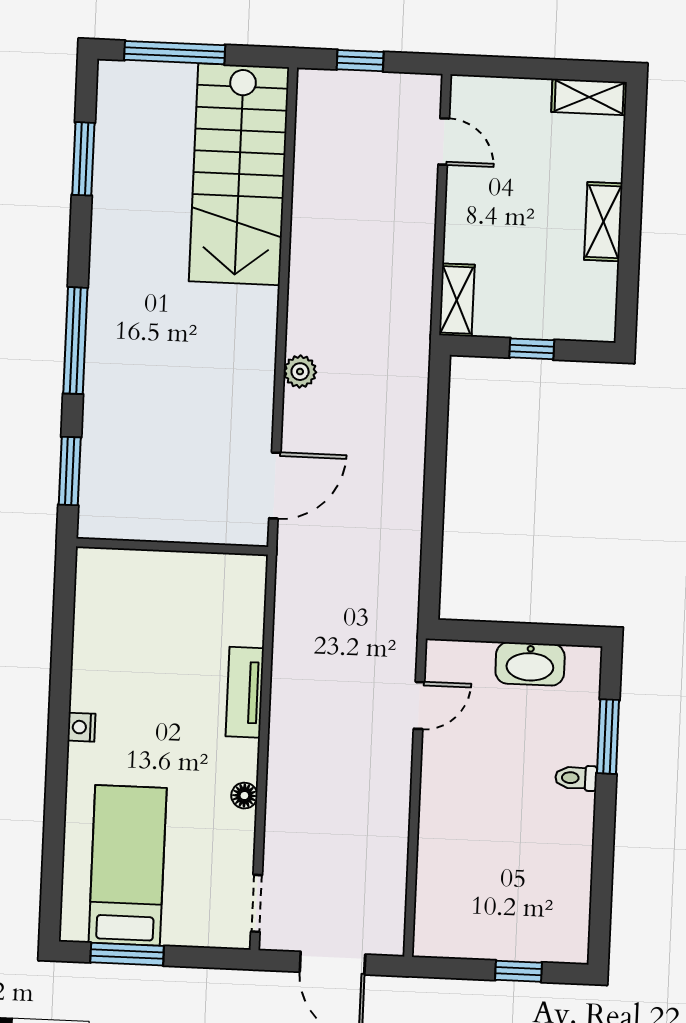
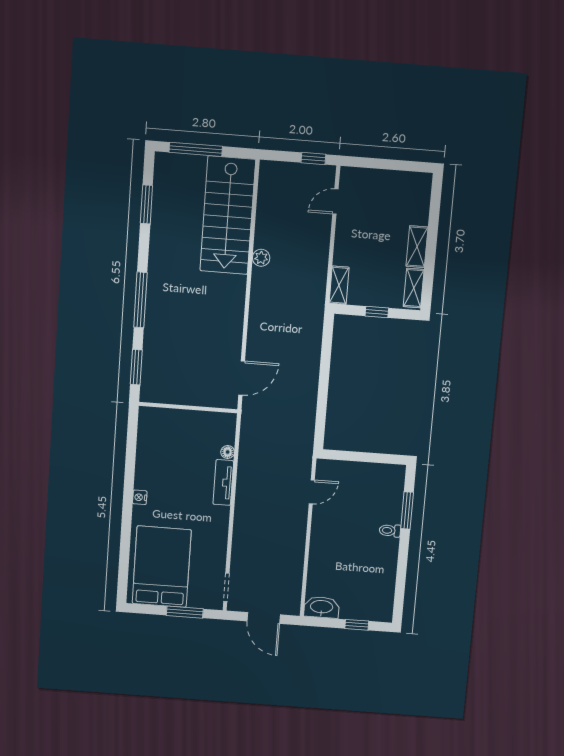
window: (360, 61) -> (313, 159), moved
shelving: (589, 97) -> (414, 288), moved, turned 90
door: (444, 142) -> (335, 202), swing flipped
plant: (300, 372) -> (261, 258), moved
washbasin: (530, 664) -> (322, 607), moved, turned 180
floor lamp: (244, 796) -> (228, 452), moved
bed: (128, 865) -> (162, 567), width x1.50
window: (127, 954) -> (185, 612), moved

